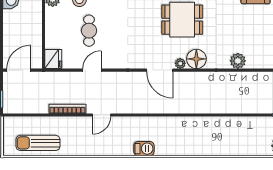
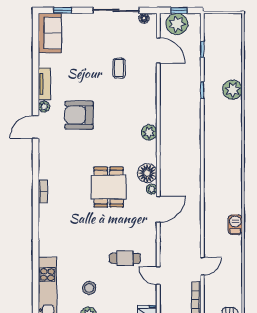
cafe table: (89, 31) -> (125, 258), moved
door: (102, 115) -> (202, 266), hinge flipped

